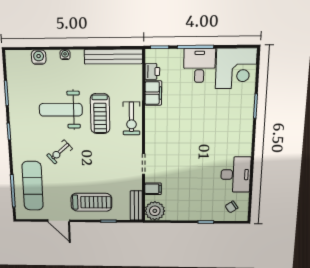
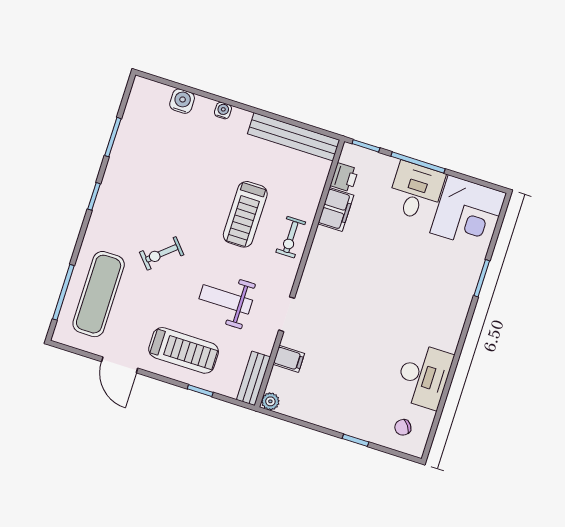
weight bench: (61, 110) -> (226, 299), moved, width x0.73, depth x0.75
exercise bike: (131, 118) -> (291, 237), width x0.73, depth x0.72
plant: (155, 211) -> (270, 401), width x0.53, depth x0.53

